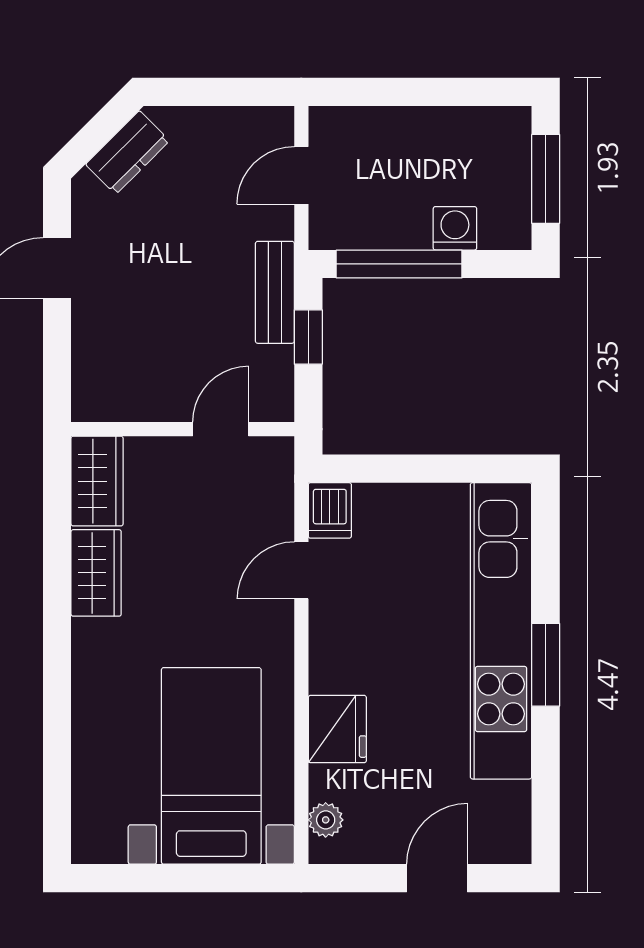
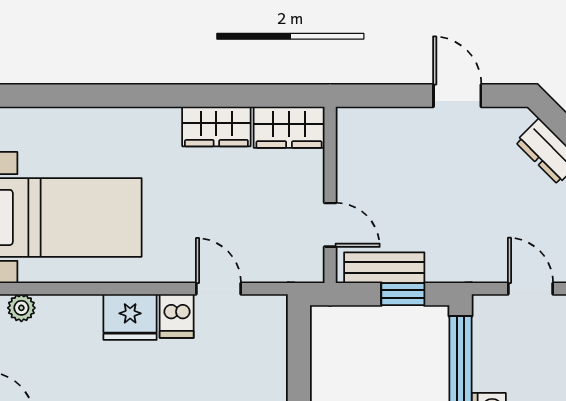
bench: (275, 292) -> (384, 268), moved
dishwasher: (330, 510) -> (177, 316), moved, turned -90
fridge: (337, 729) -> (130, 317), moved

